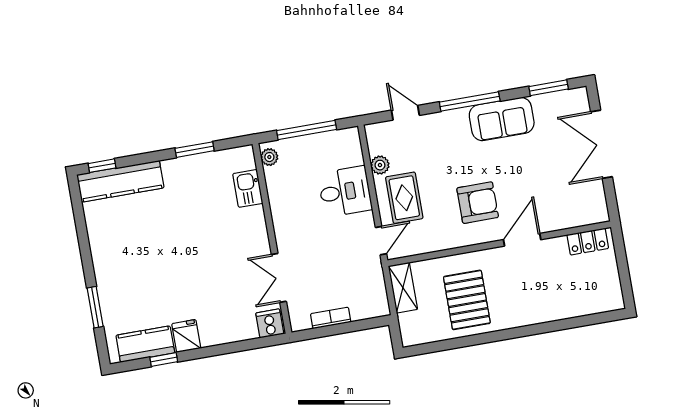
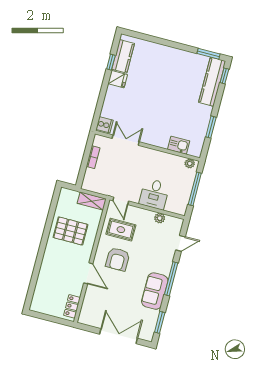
rug: (404, 198) -> (121, 230), moved
window: (95, 307) -> (208, 54), moved

